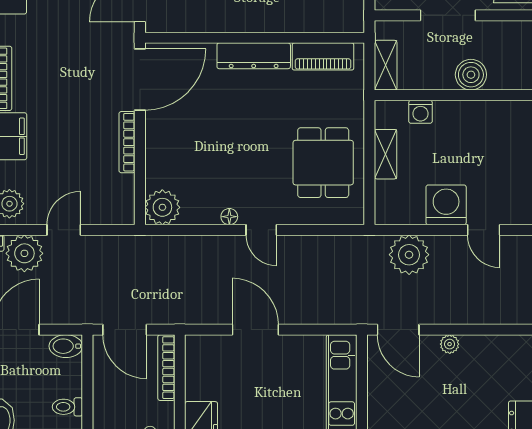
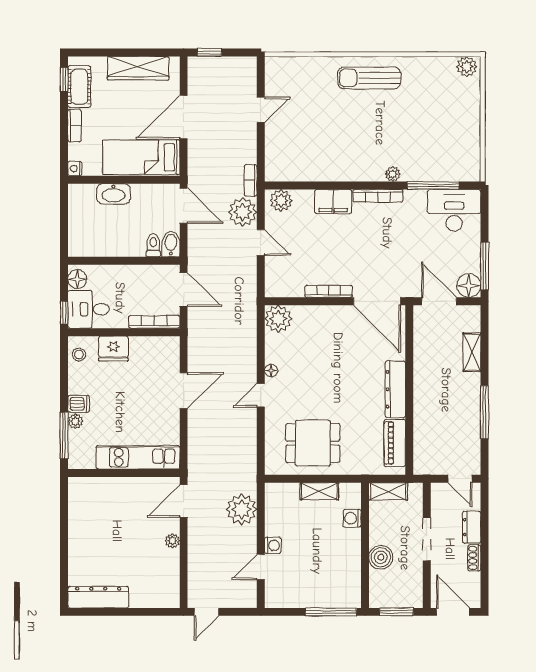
washing machine: (446, 205) -> (273, 545), width x0.53, depth x0.53
door: (125, 330) -> (184, 290), swing flipped
toilet: (67, 407) -> (153, 245), moved

